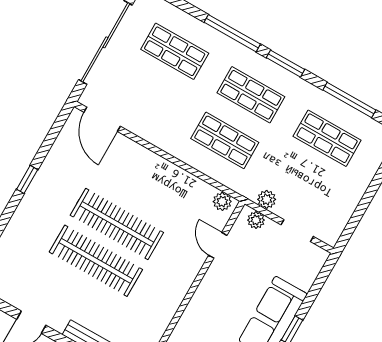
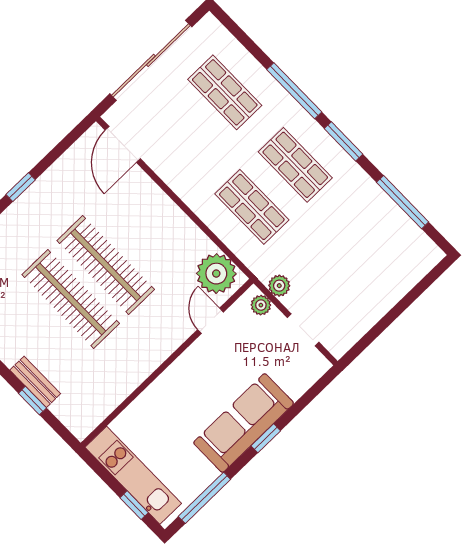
shop shelf: (327, 138) -> (366, 237), removed
plant: (222, 201) -> (216, 274), width x1.88, depth x1.88

